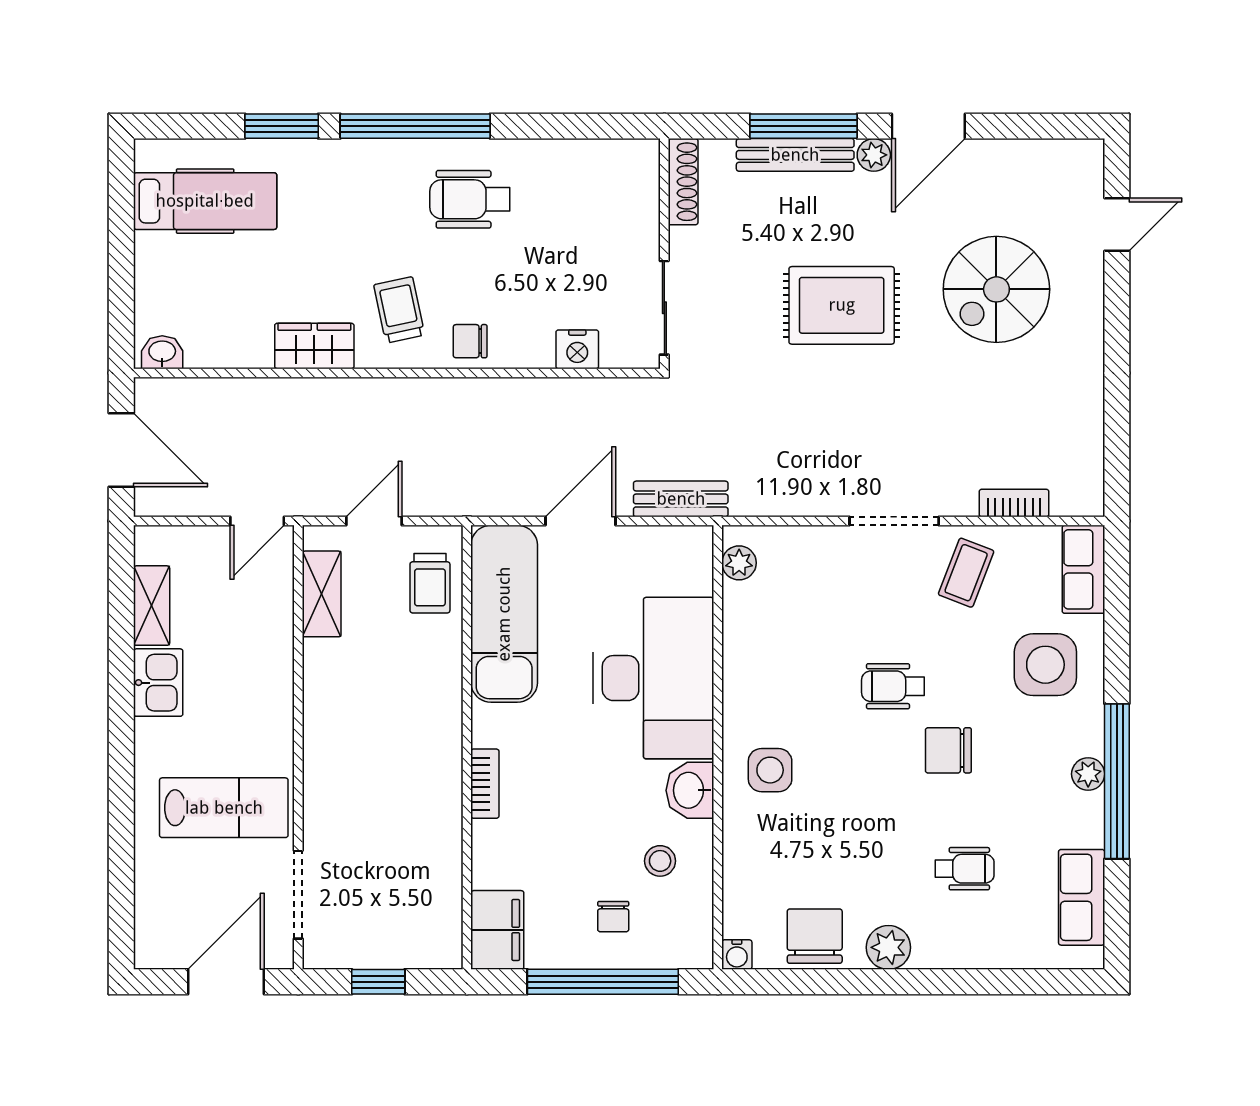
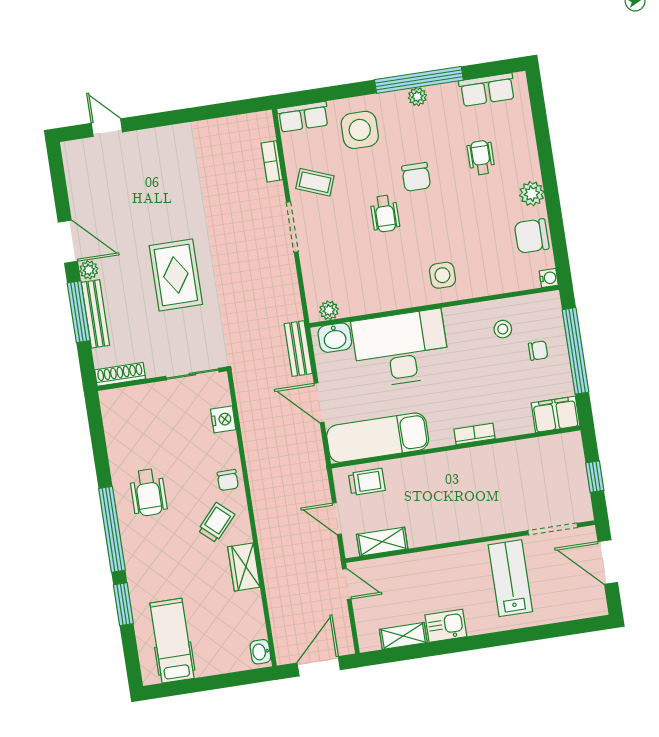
spiral stairs: (996, 289) -> (154, 190), removed
trolley: (399, 310) -> (216, 523), turned 144
washbasin: (690, 790) -> (335, 338), moved

